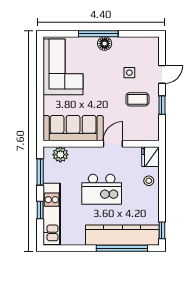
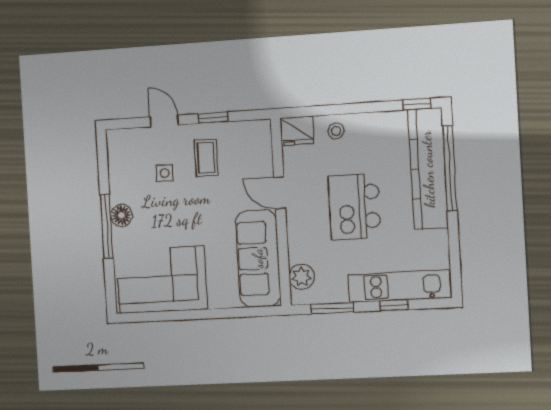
kitchen island: (102, 189) -> (354, 207), turned 180

